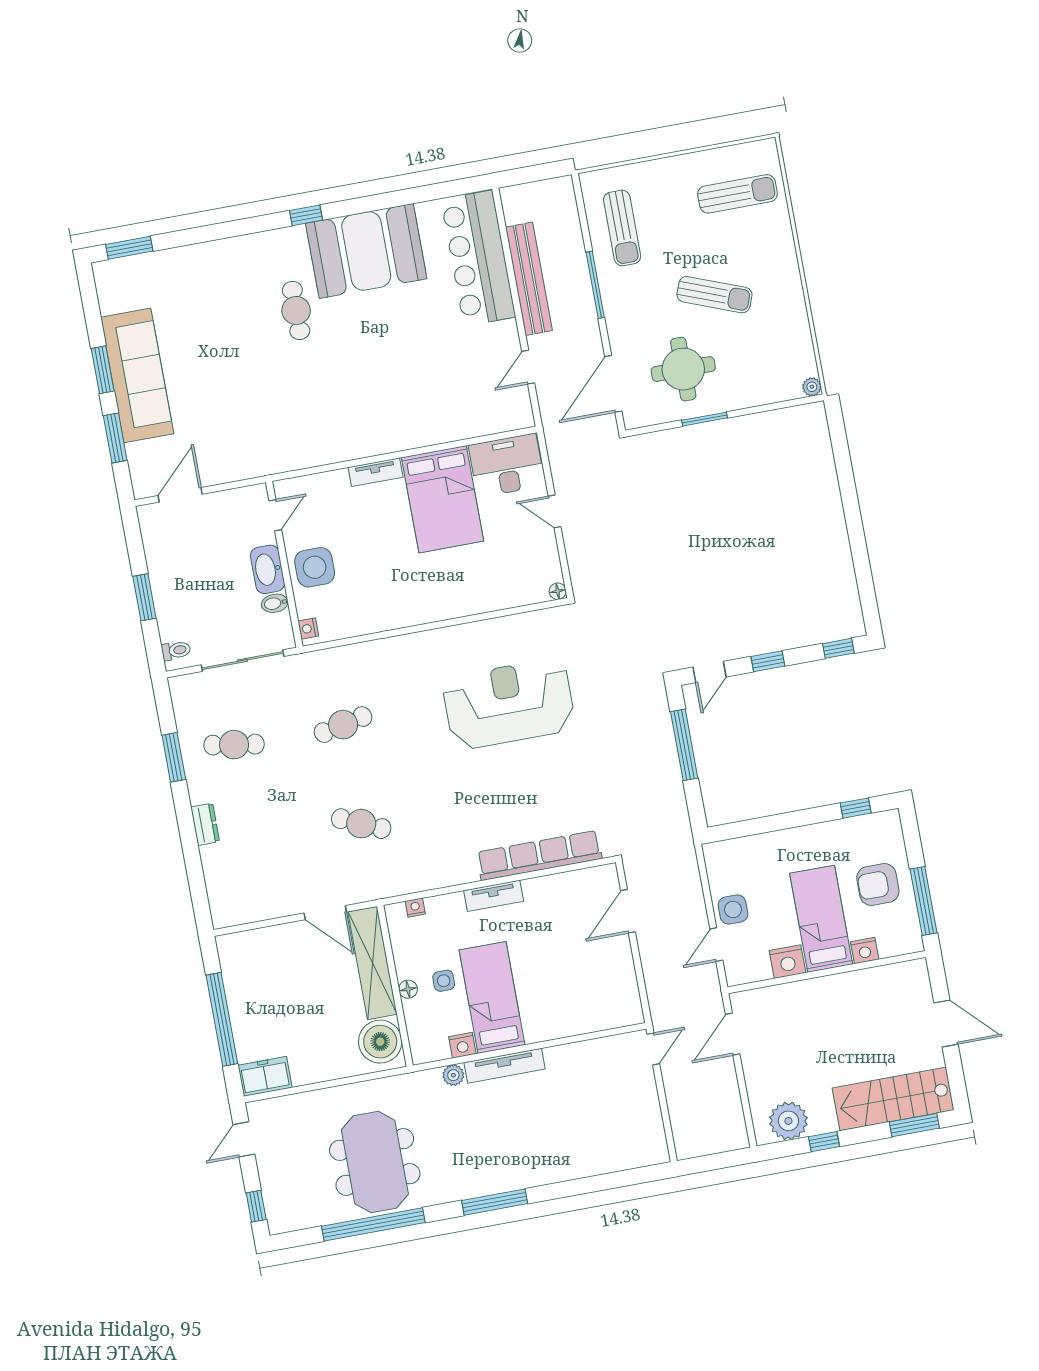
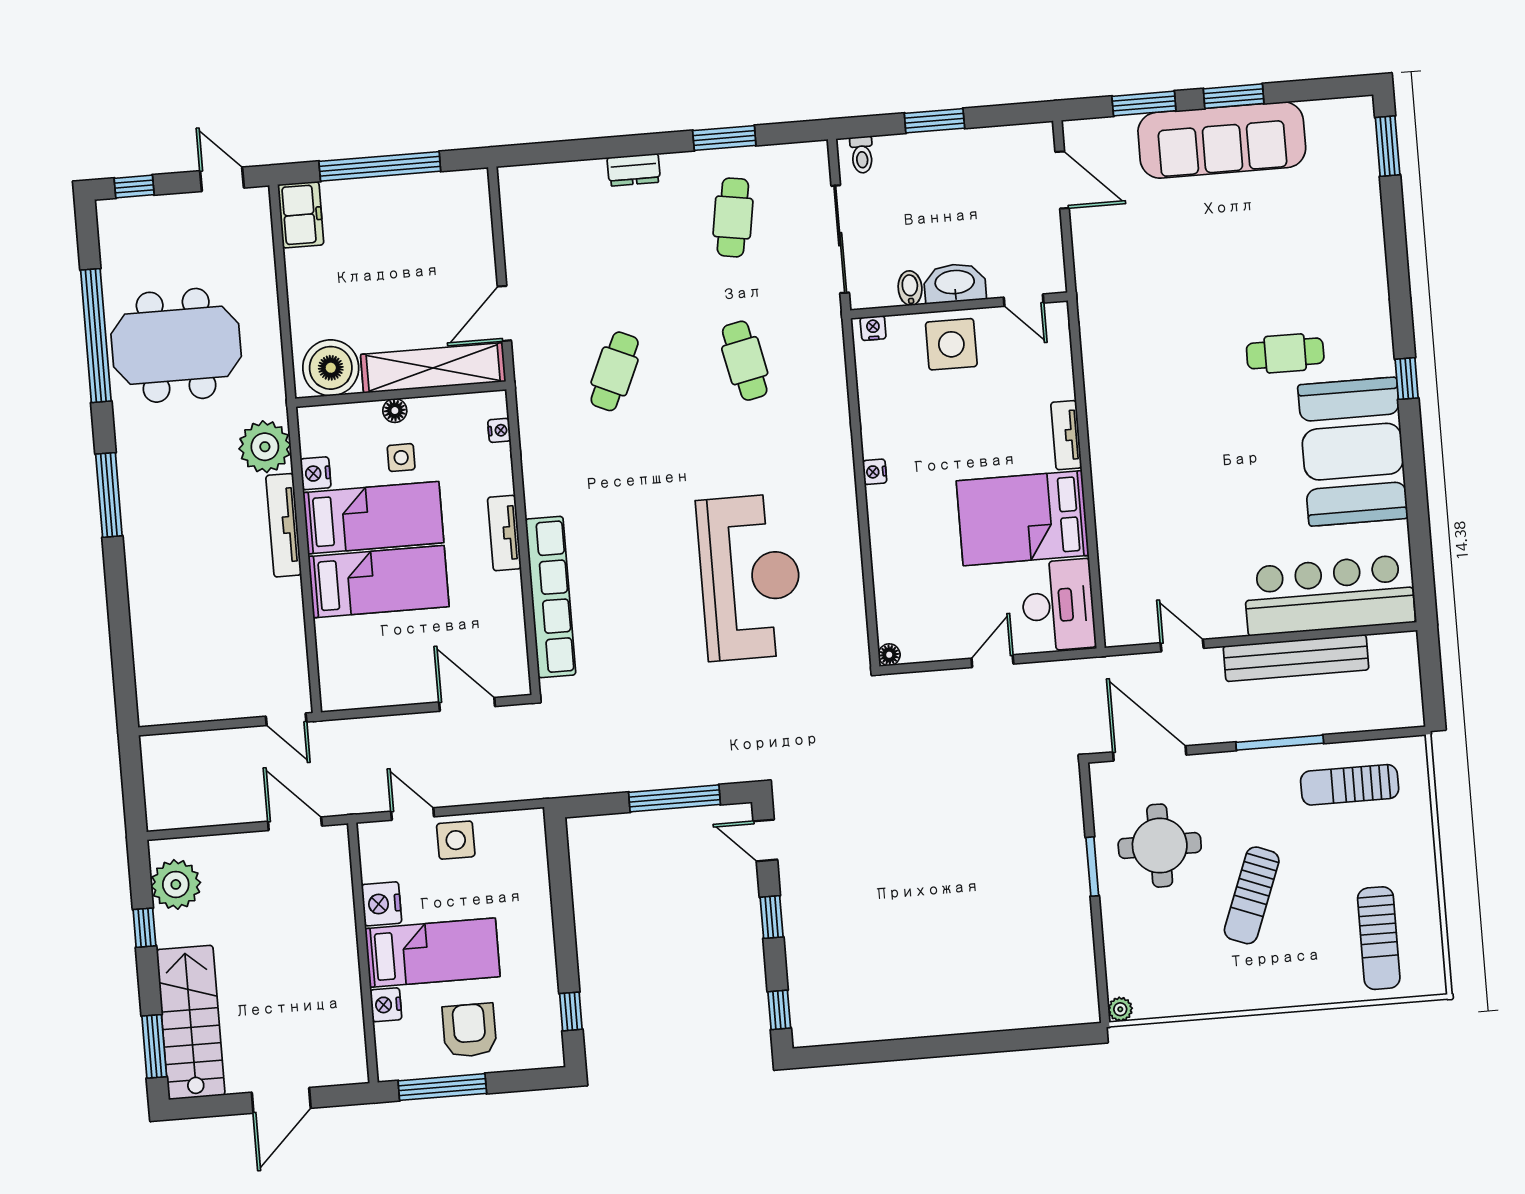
nightstand: (418, 616) -> (875, 472), added
bed: (541, 989) -> (379, 582), added
plant: (453, 1075) -> (265, 447), width x1.88, depth x1.88

